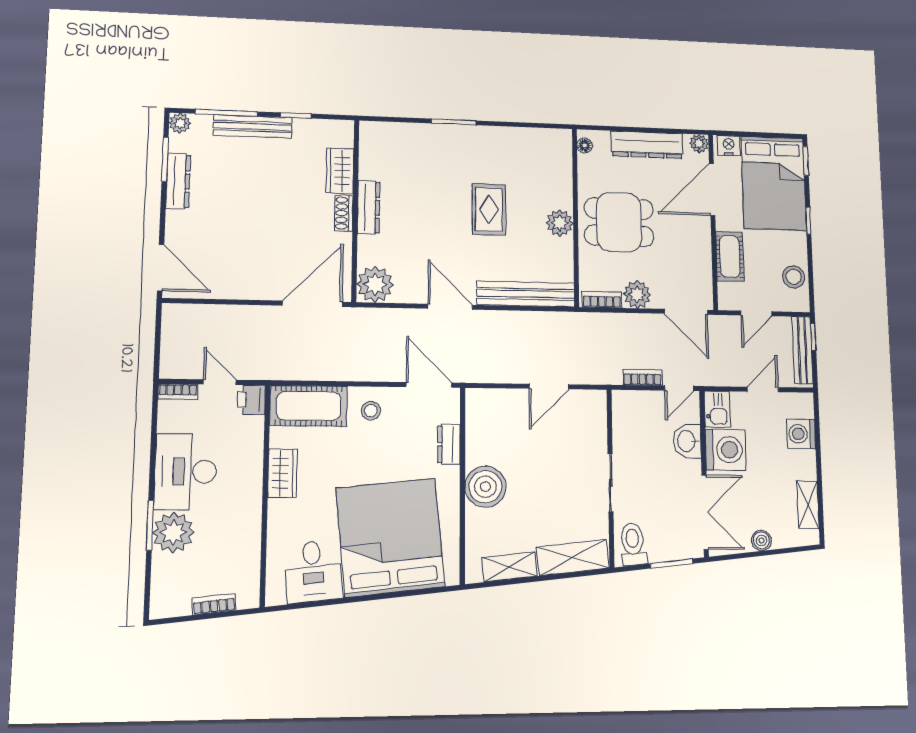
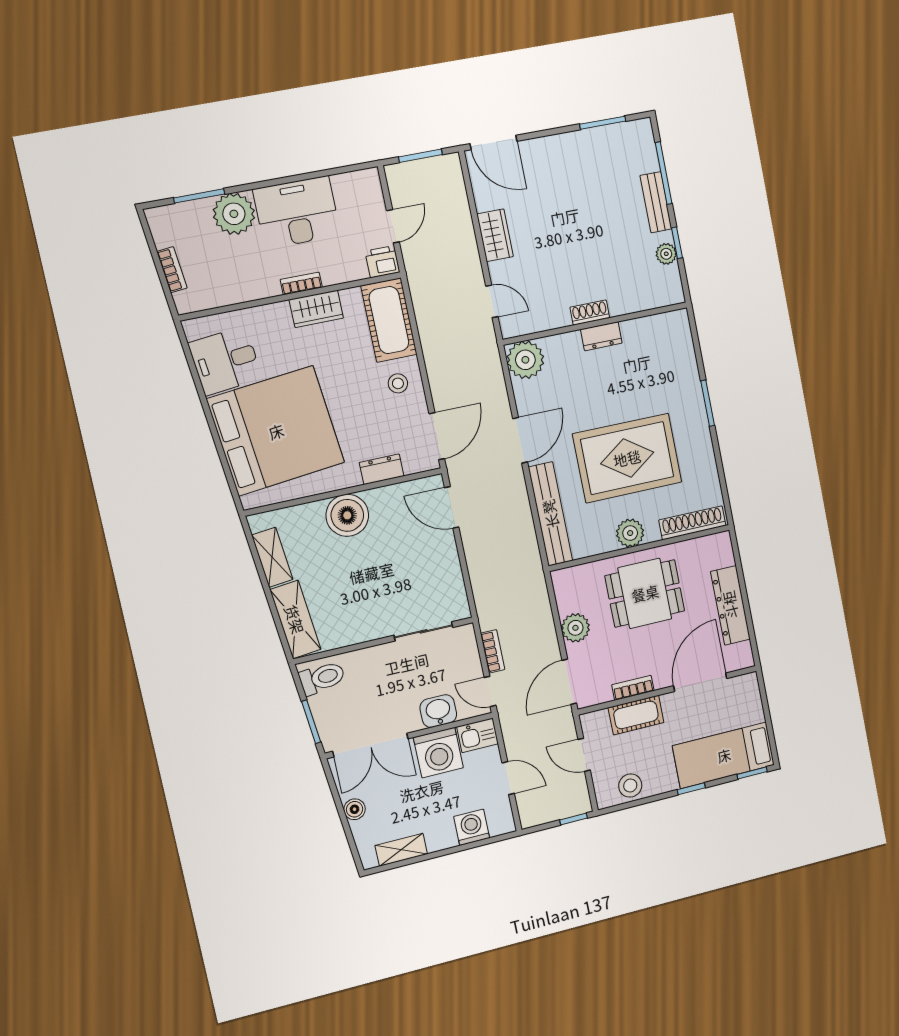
plant: (180, 123) -> (666, 254), moved
bench: (253, 126) -> (656, 202), width x0.73
plant: (699, 144) -> (744, 659), removed
floor lamp: (585, 145) -> (715, 541), removed
nightstand: (729, 145) -> (749, 690), removed
shoe rack: (563, 162) -> (692, 523), added
wardrobe: (340, 171) -> (495, 235), moved, turned 90
dresser: (178, 181) -> (584, 140), removed
bed: (774, 183) -> (724, 755), width x0.67
door: (712, 189) -> (700, 682), hinge flipped
dresser: (369, 207) -> (601, 336), width x0.70
rug: (489, 209) -> (627, 458), width x1.86, depth x2.06
dining table: (619, 222) -> (645, 593), turned 90
door: (161, 268) -> (493, 142), hinge flipped
bookcase: (602, 300) -> (633, 688), moved, turned -90
door: (312, 304) -> (492, 301), width x0.53
window: (158, 341) -> (420, 156), added
bench: (802, 350) -> (557, 811), removed
door: (549, 387) -> (452, 507), moved
bookcase: (178, 392) -> (301, 283), moved, turned 90
sliding door: (611, 483) -> (423, 631), moved
window: (150, 525) -> (199, 196), moved

